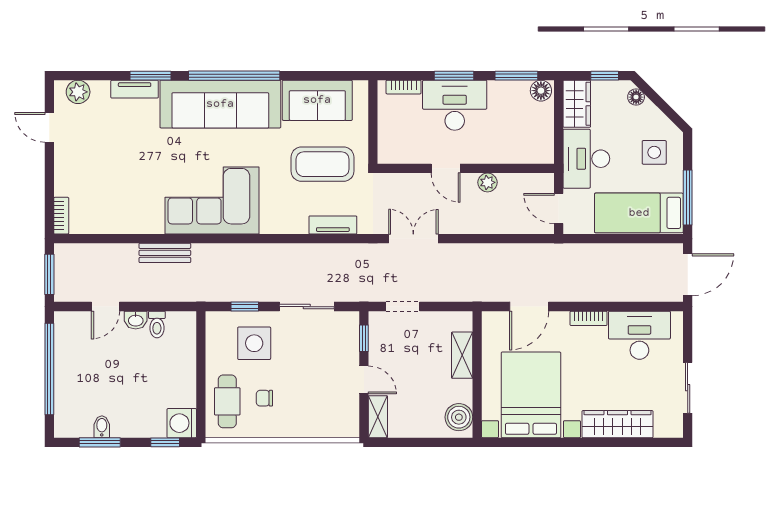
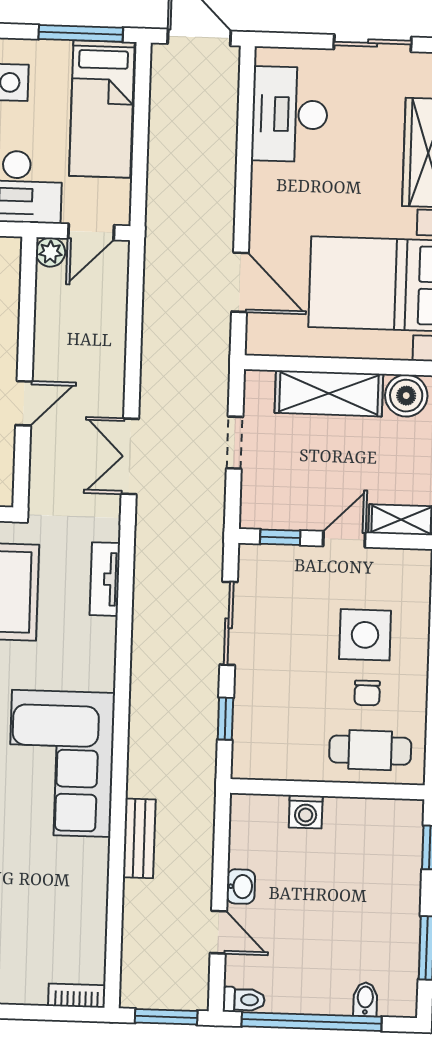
plant: (487, 182) -> (50, 252), moved
doorway: (403, 307) -> (235, 443), moved
bookcase: (589, 318) -> (261, 192), removed
toilet: (157, 324) -> (244, 1000), moved
side table: (254, 343) -> (365, 635), moved
shelving: (462, 355) -> (329, 393), width x1.50, depth x1.33
washing machine: (182, 423) -> (306, 812), moved, width x0.73, depth x0.73
bidet: (102, 427) -> (365, 999), moved, turned 90

